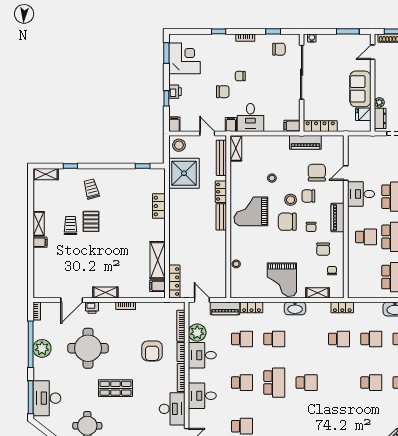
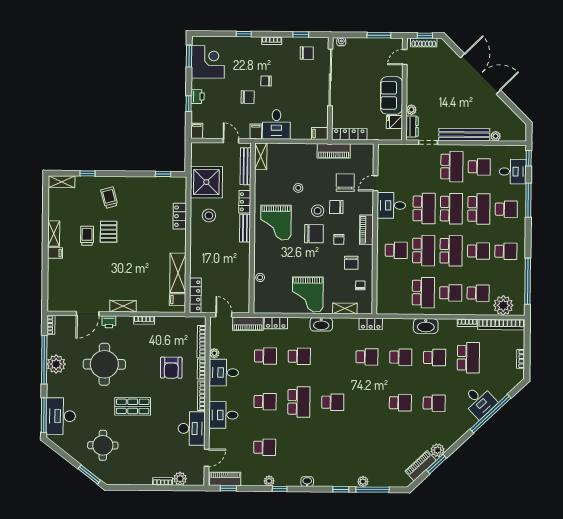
stool: (179, 145) -> (209, 216), moved
grand piano: (251, 211) -> (276, 223), turned -90
chair: (287, 222) -> (314, 234), turned 180
plant: (197, 333) -> (214, 353), width x0.53, depth x0.53

